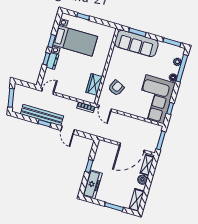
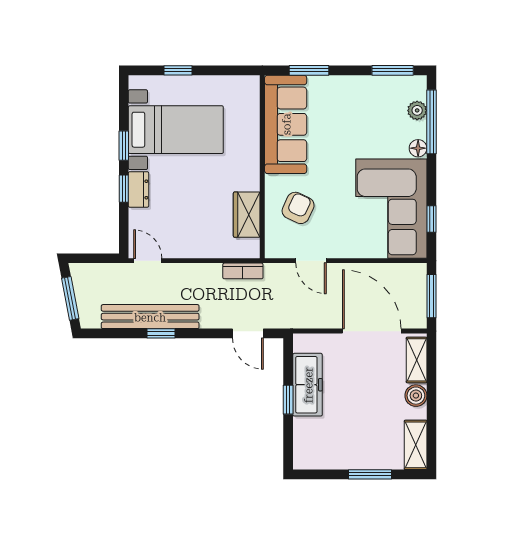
sofa: (136, 43) -> (286, 124), moved, turned -90
door: (48, 92) -> (148, 261), hinge flipped
door: (105, 108) -> (311, 261), moved
door: (68, 130) -> (248, 333), moved
door: (132, 148) -> (372, 331), swing flipped
freezer: (92, 184) -> (308, 385), moved

